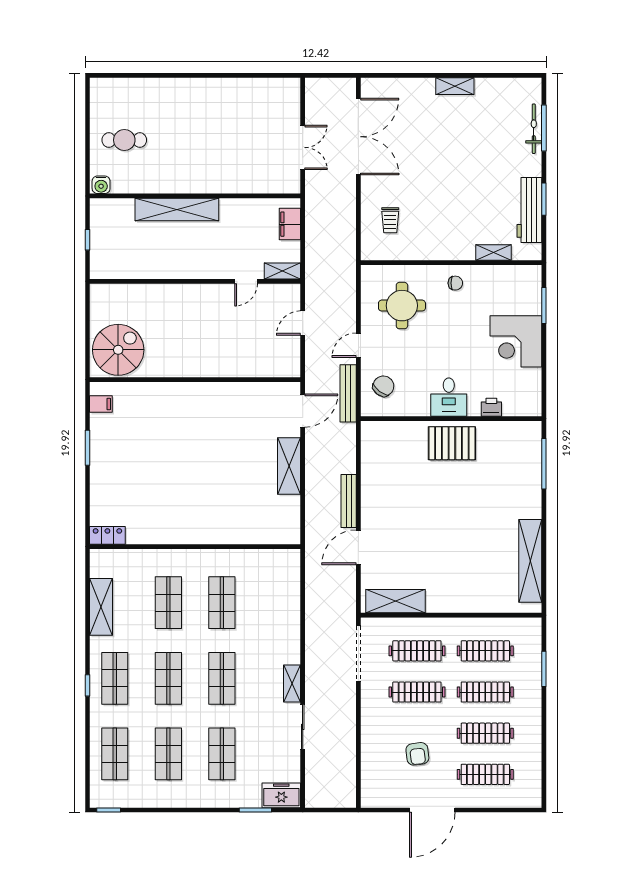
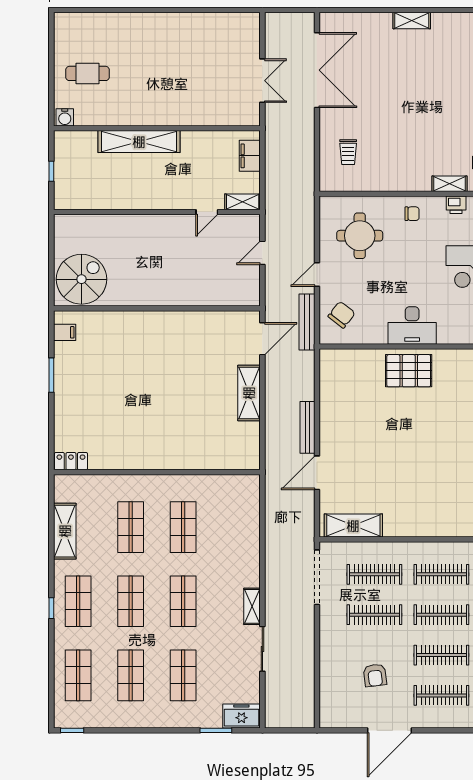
desk: (449, 397) -> (412, 325), width x1.37
printer: (491, 407) -> (456, 205), moved, turned 180

